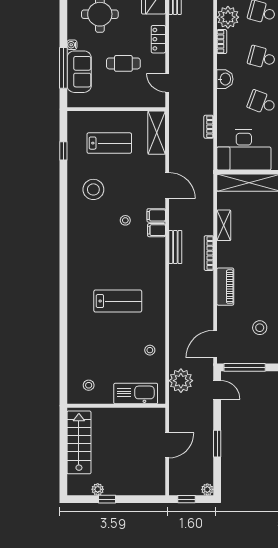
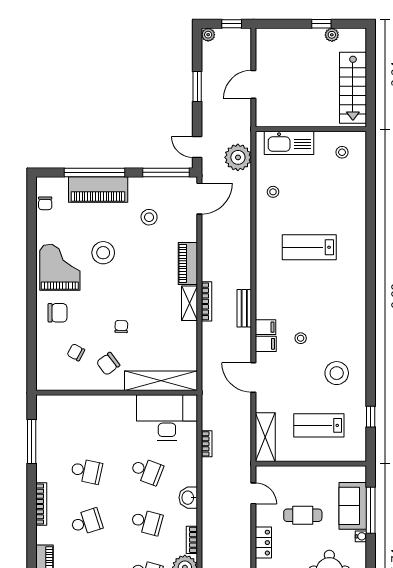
shelving: (224, 225) -> (190, 303), moved

